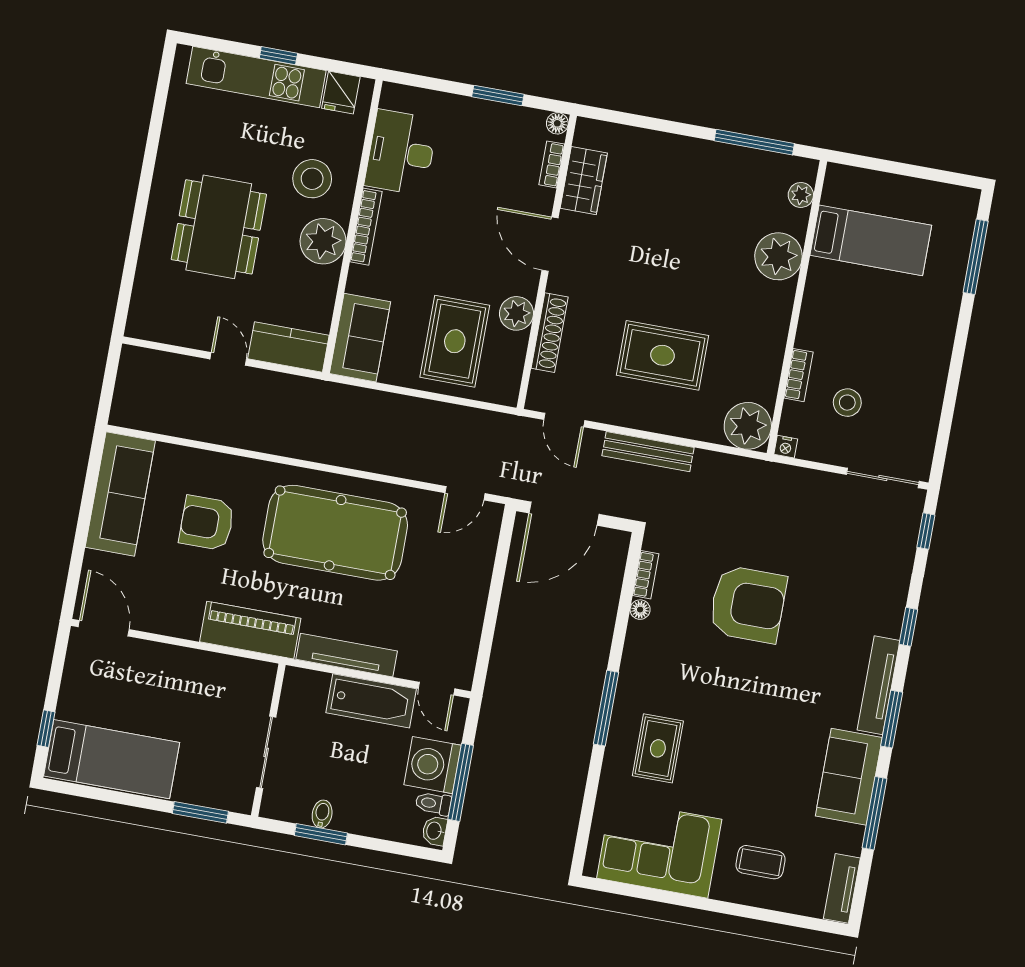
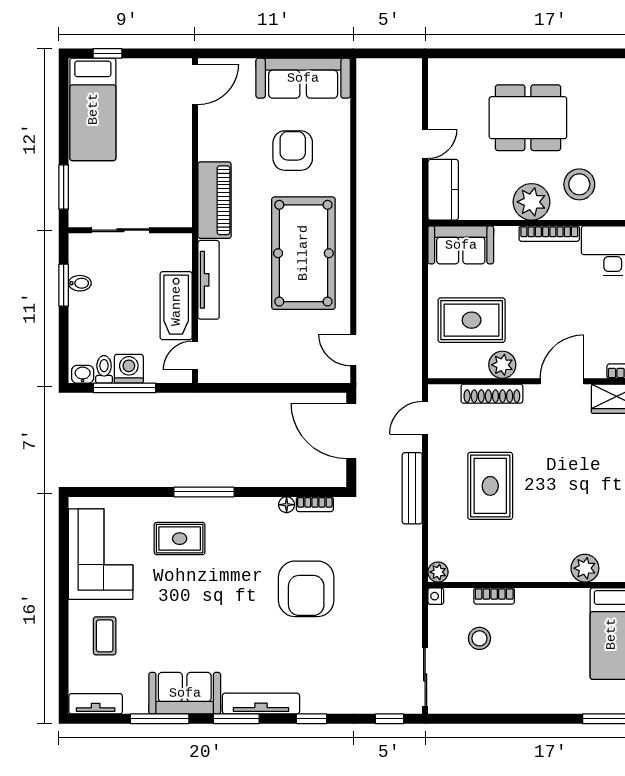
plant: (778, 256) -> (585, 568), width x0.73, depth x0.73
plant: (748, 426) -> (438, 572), width x0.53, depth x0.53
washing machine: (433, 765) -> (129, 369), width x0.73, depth x0.73

